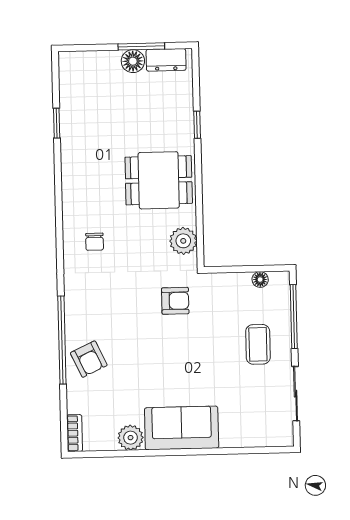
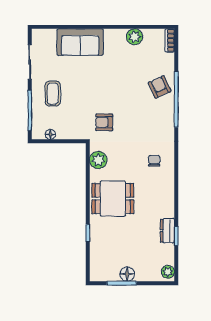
dresser: (166, 60) -> (167, 231), moved, turned -90
plant: (68, 66) -> (168, 272), added
sofa: (182, 428) -> (80, 42), moved

